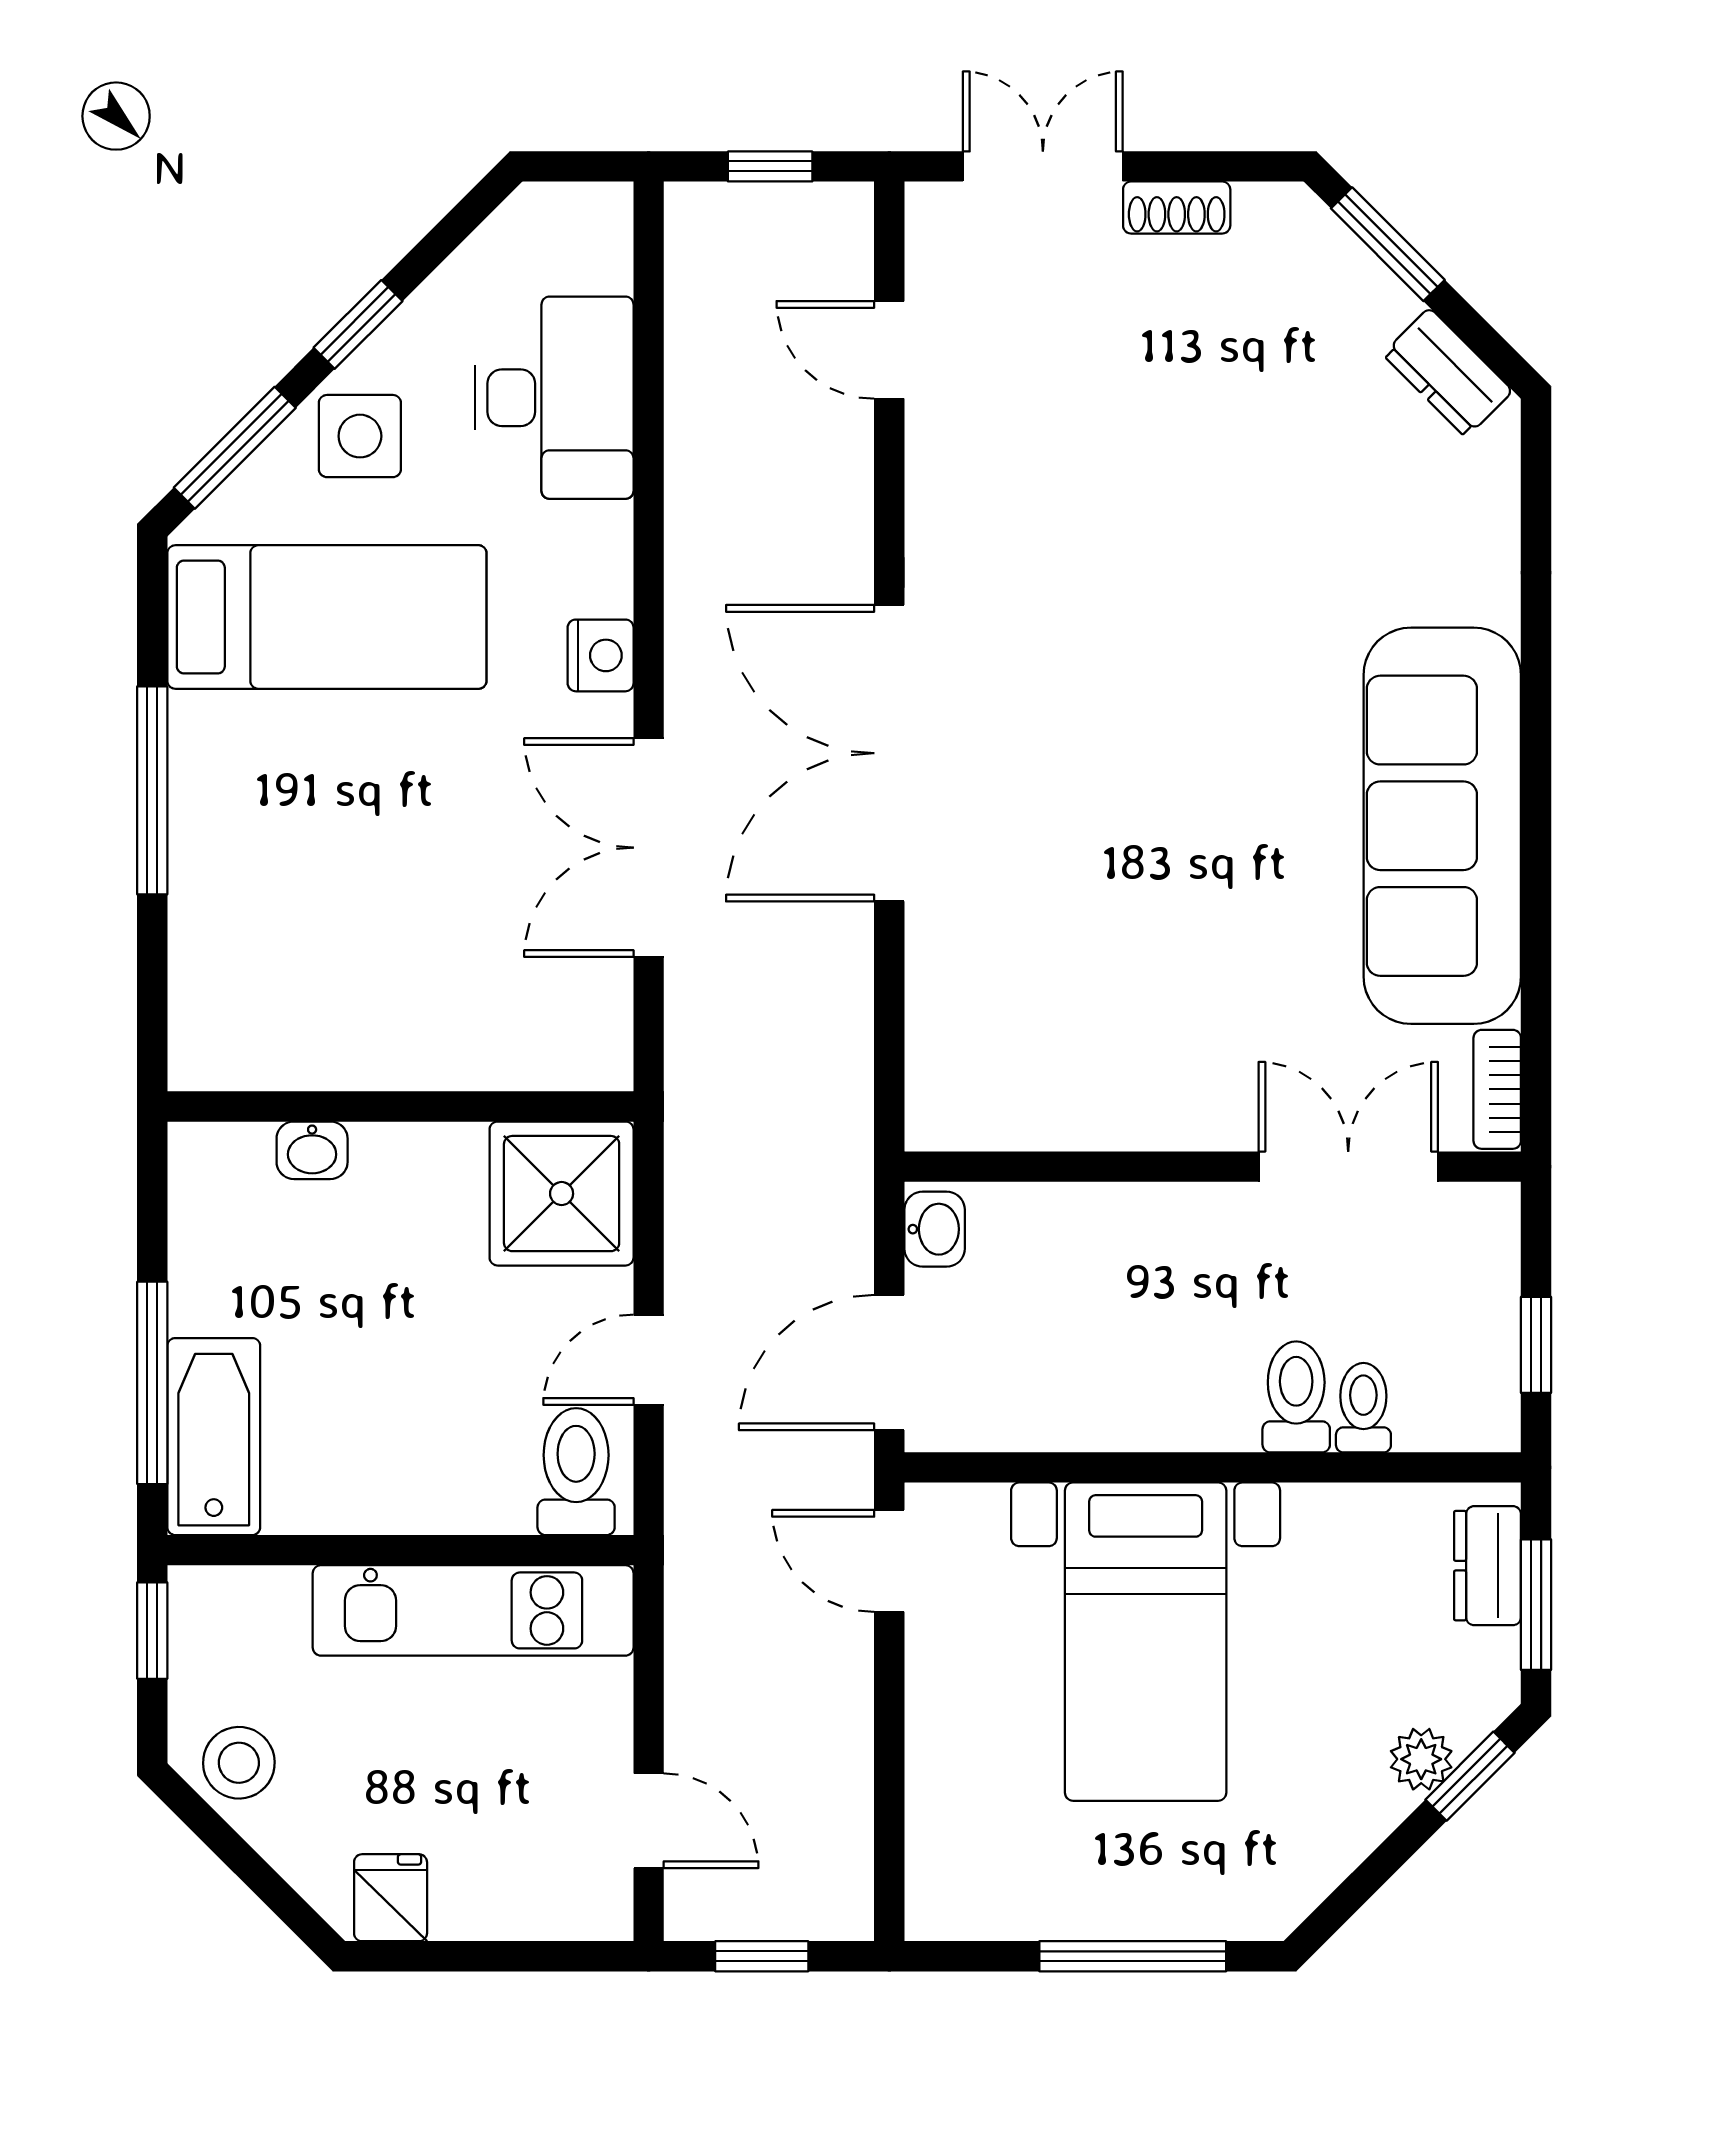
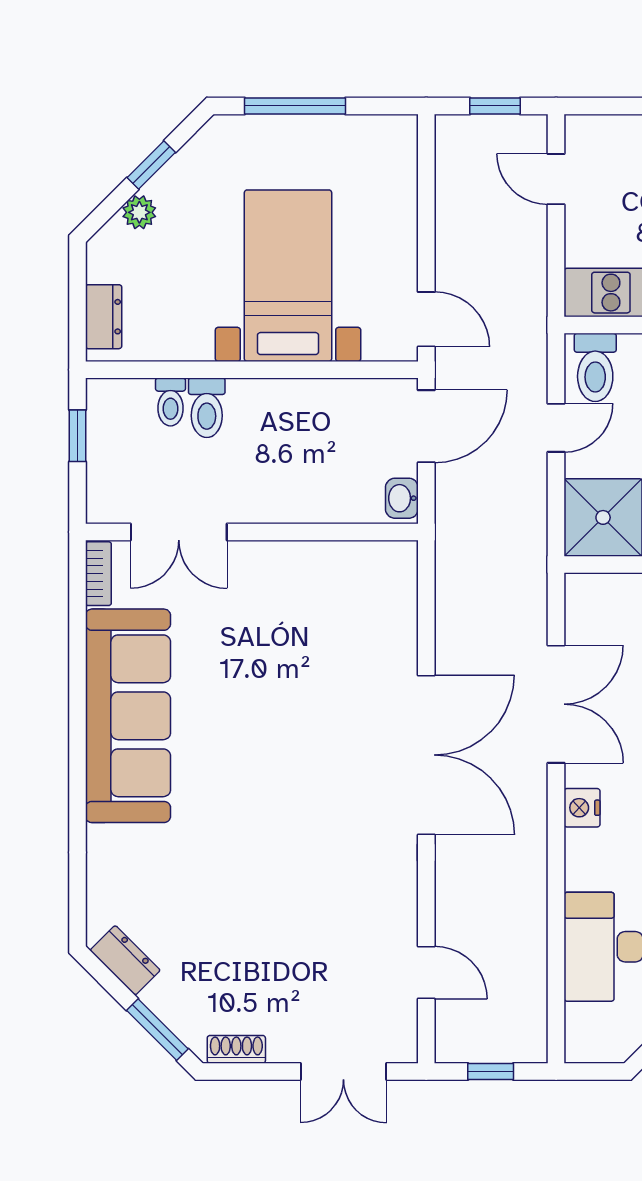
shoe rack: (1177, 208) -> (236, 1049), moved
window: (1536, 1605) -> (77, 296), removed
window: (1470, 1776) -> (151, 165), moved

